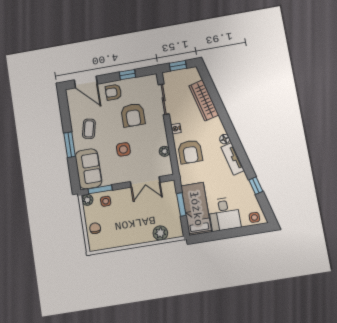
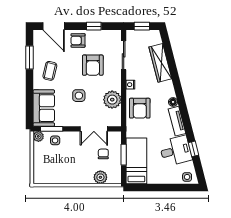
window: (70, 145) -> (29, 58), moved
plant: (164, 151) -> (112, 100), width x1.88, depth x1.88
desk: (224, 214) -> (176, 151), moved, turned -104
chair: (95, 228) -> (103, 154), moved

